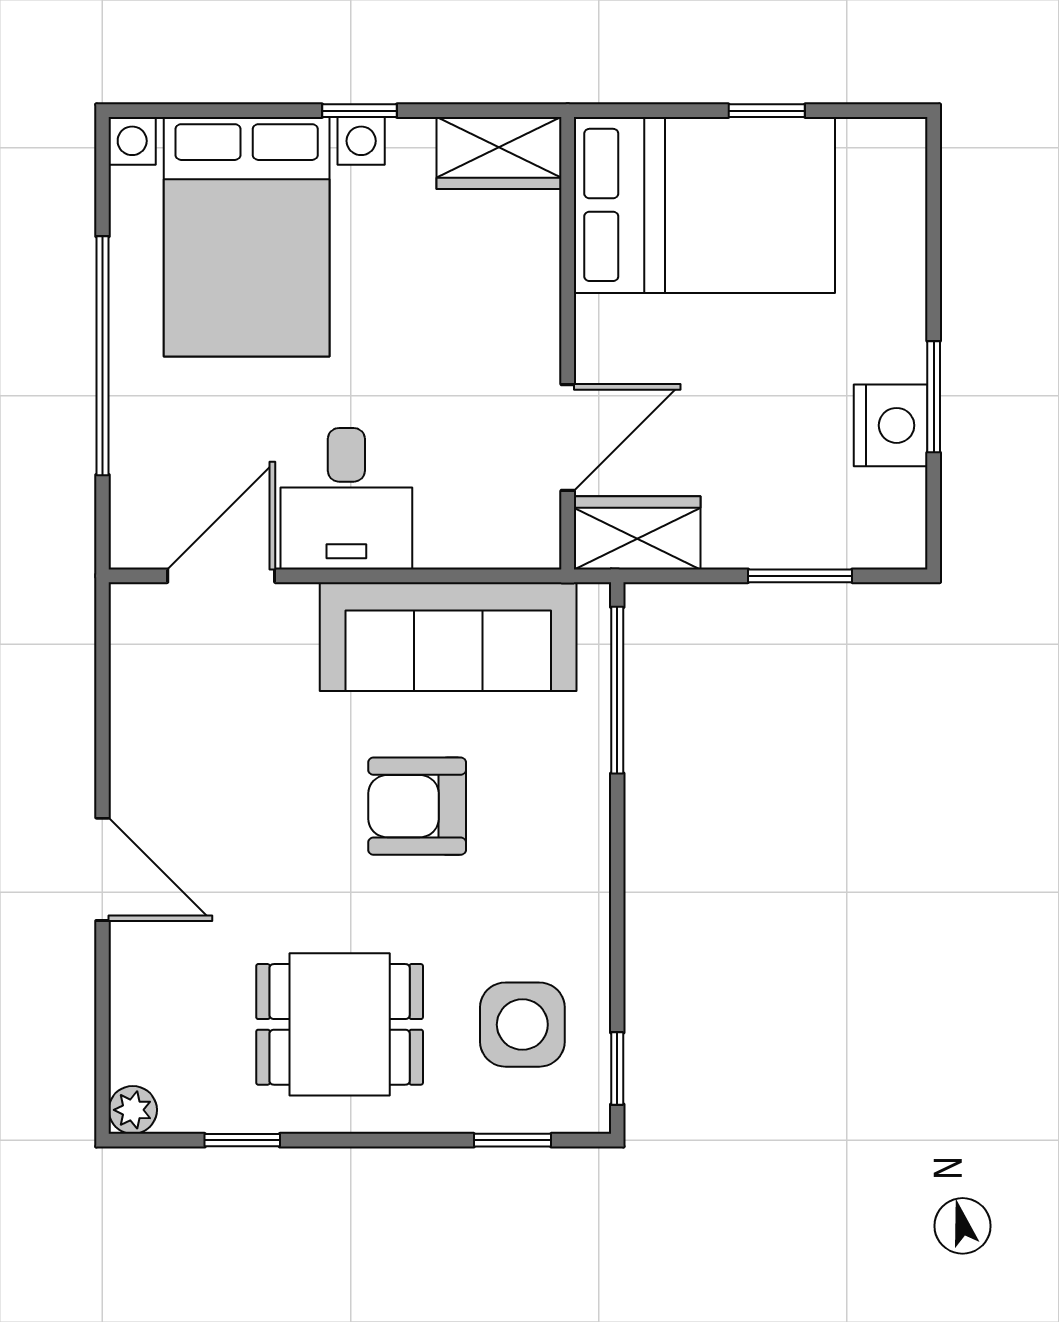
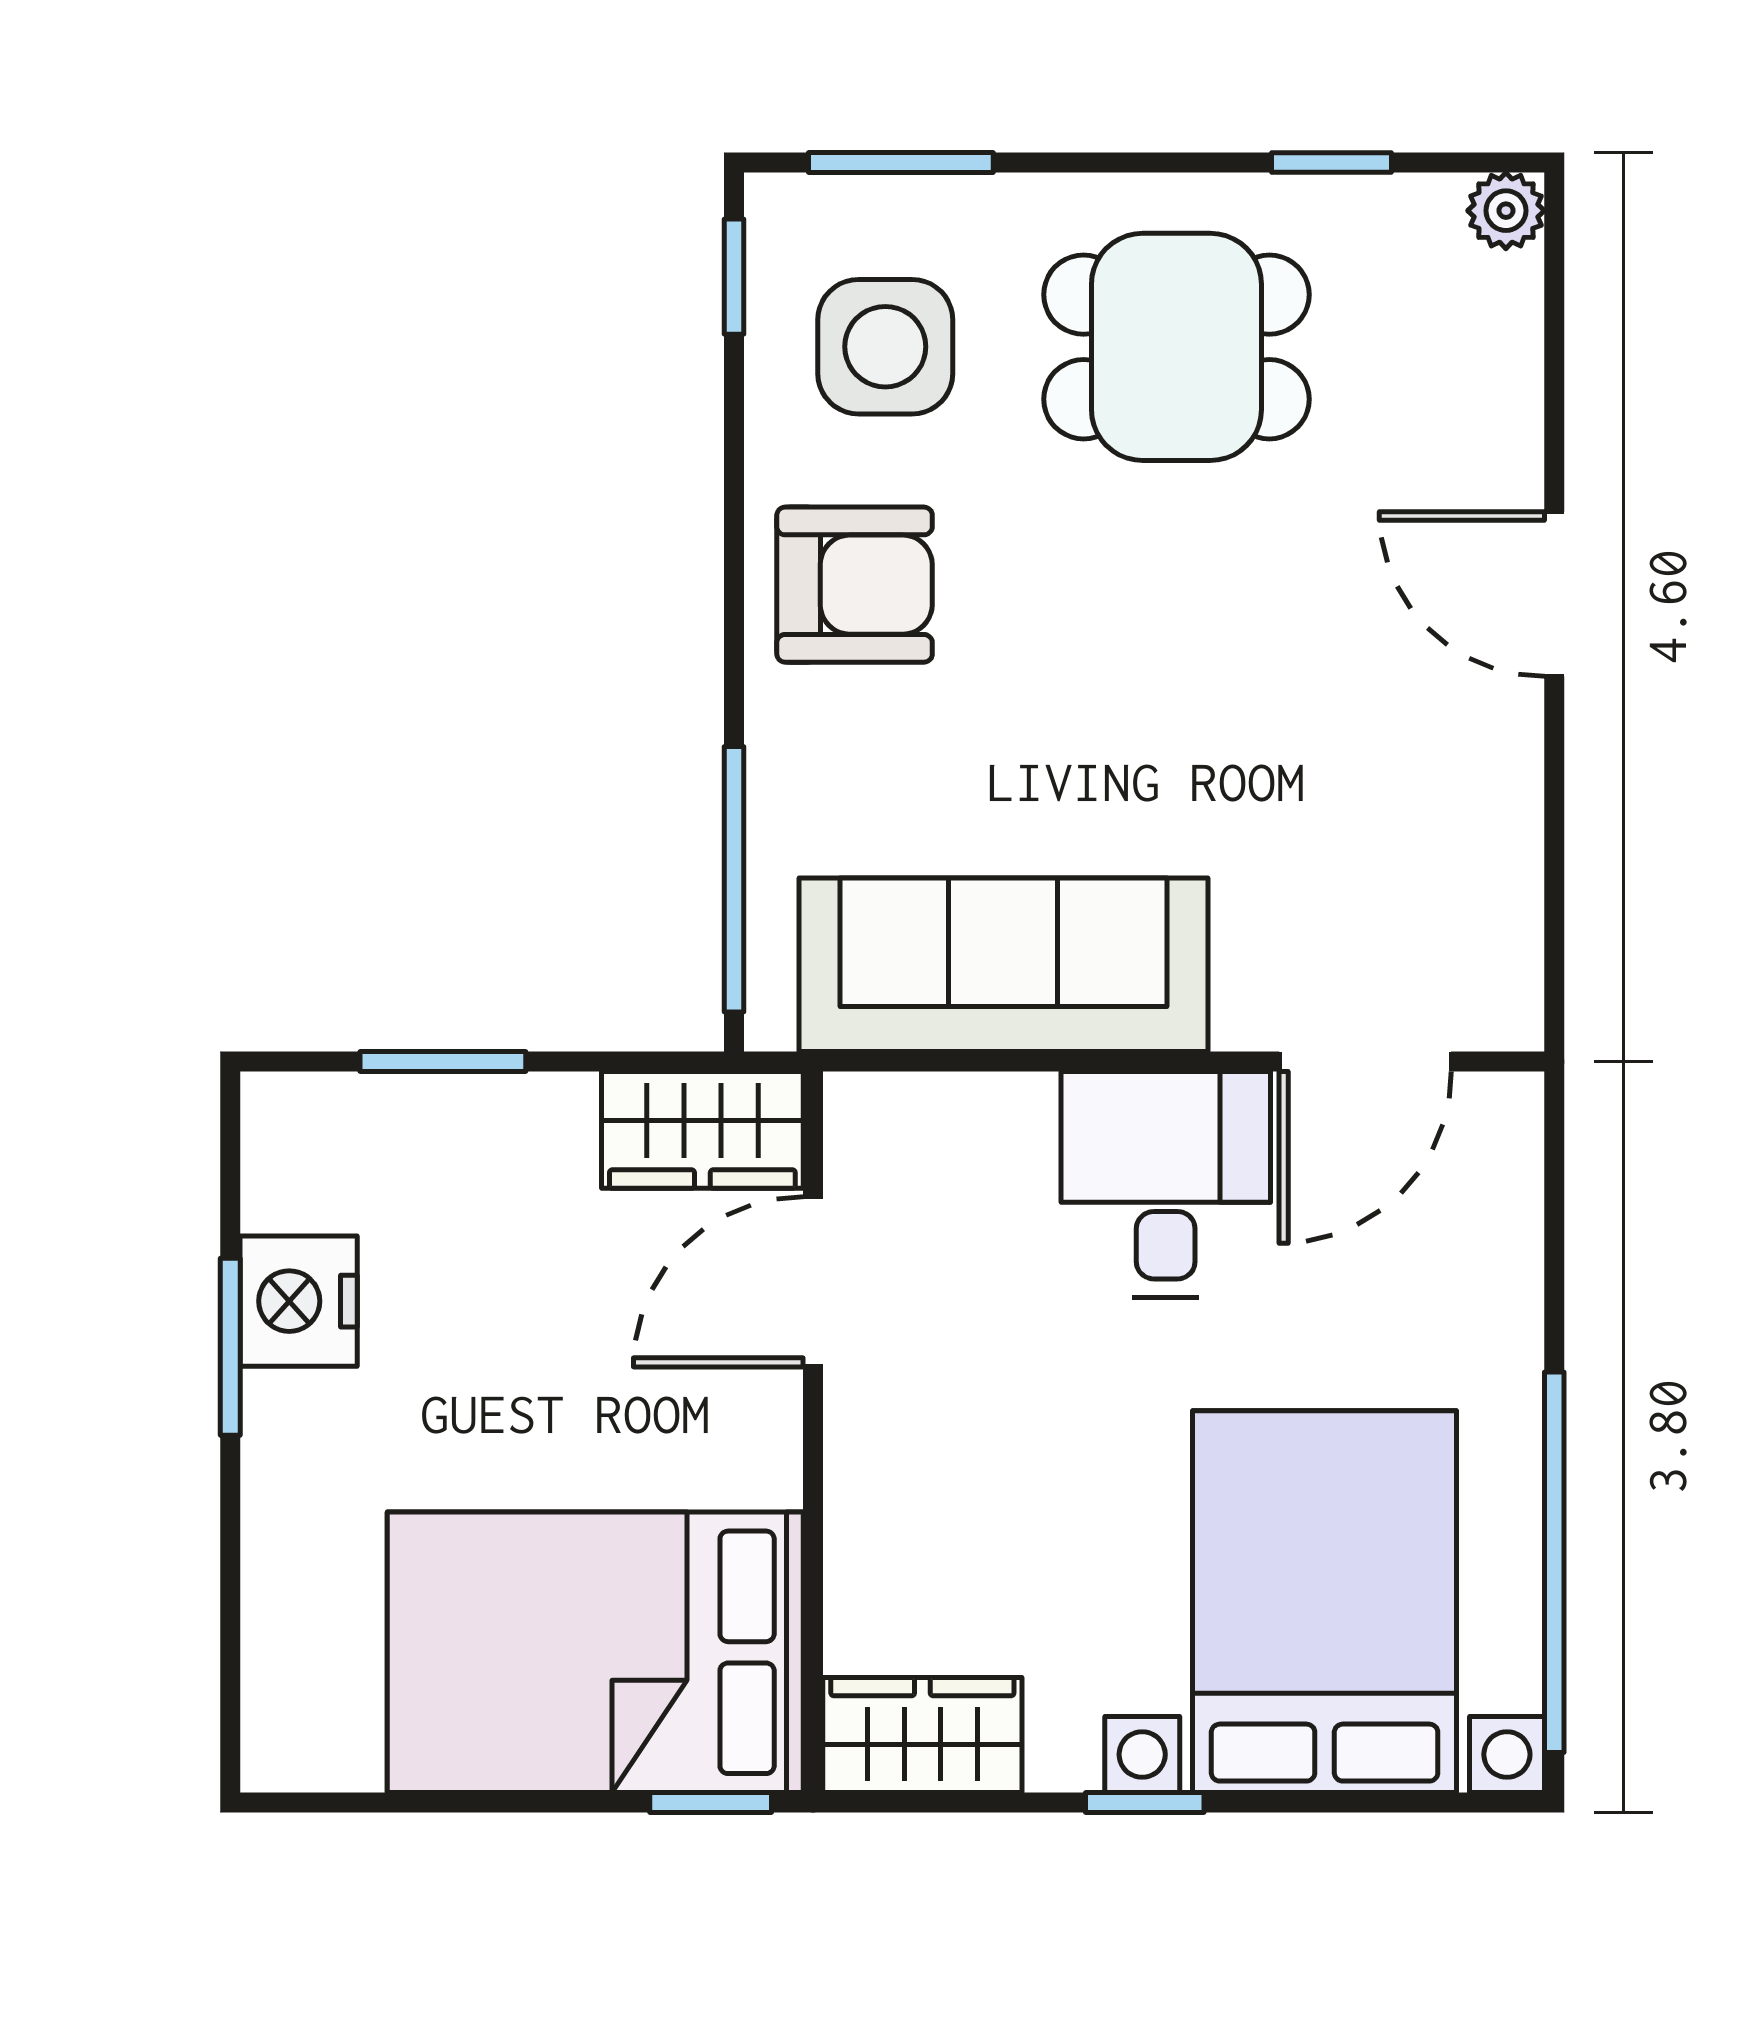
window: (767, 111) -> (711, 1803), moved
window: (102, 356) -> (1554, 1562), moved
armchair: (417, 806) -> (855, 585), moved
window: (513, 1140) -> (901, 162), width x1.50

